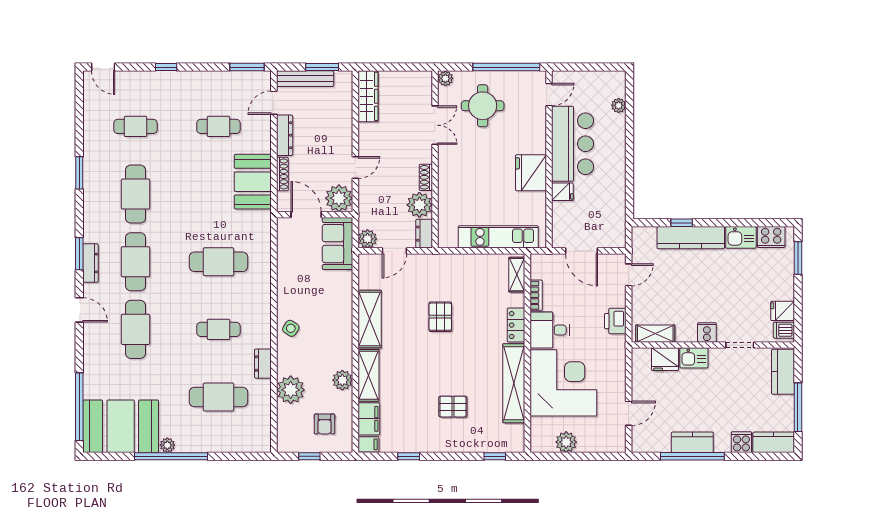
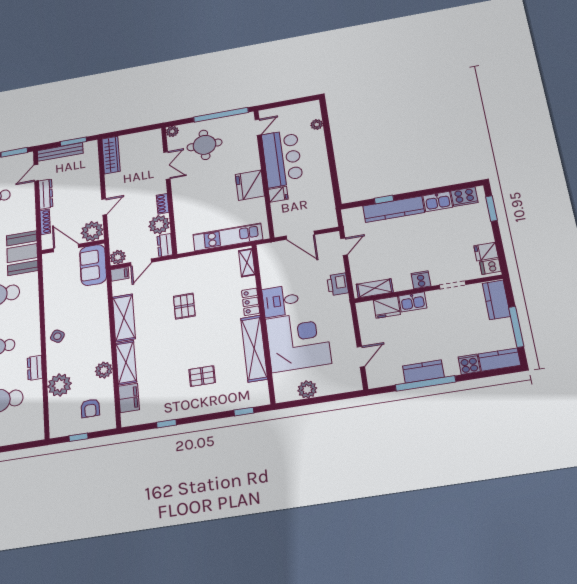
booth: (253, 182) -> (22, 253), moved
bookcase: (536, 295) -> (265, 276), removed
filing cabinet: (368, 444) -> (120, 274), moved

